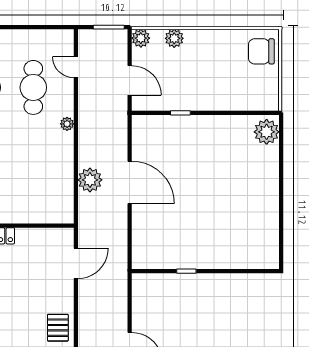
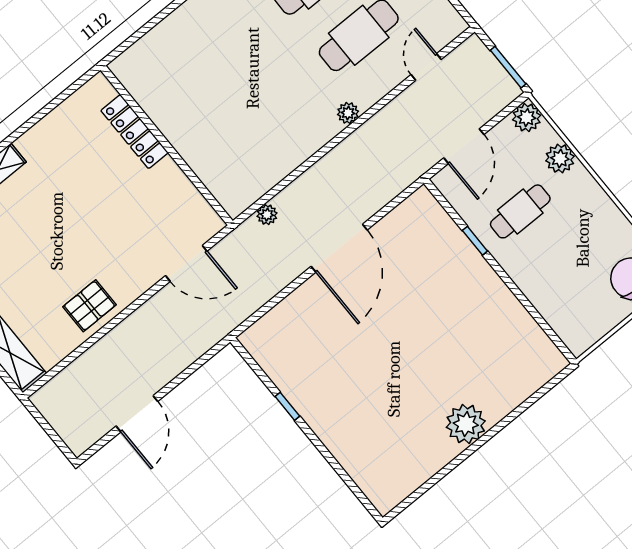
cafe table: (184, 79) -> (520, 211), added
plant: (267, 132) -> (466, 424), moved
plant: (90, 180) -> (267, 215), moved, width x0.53, depth x0.53

